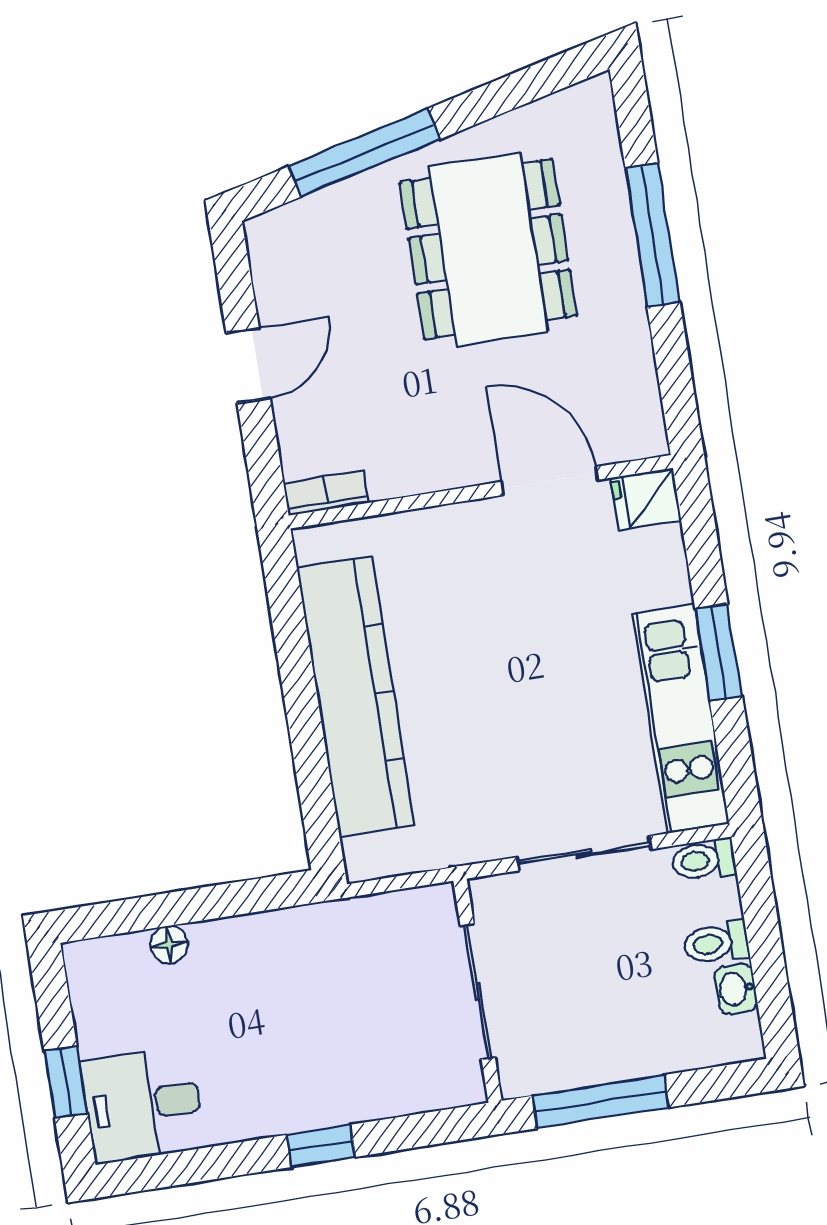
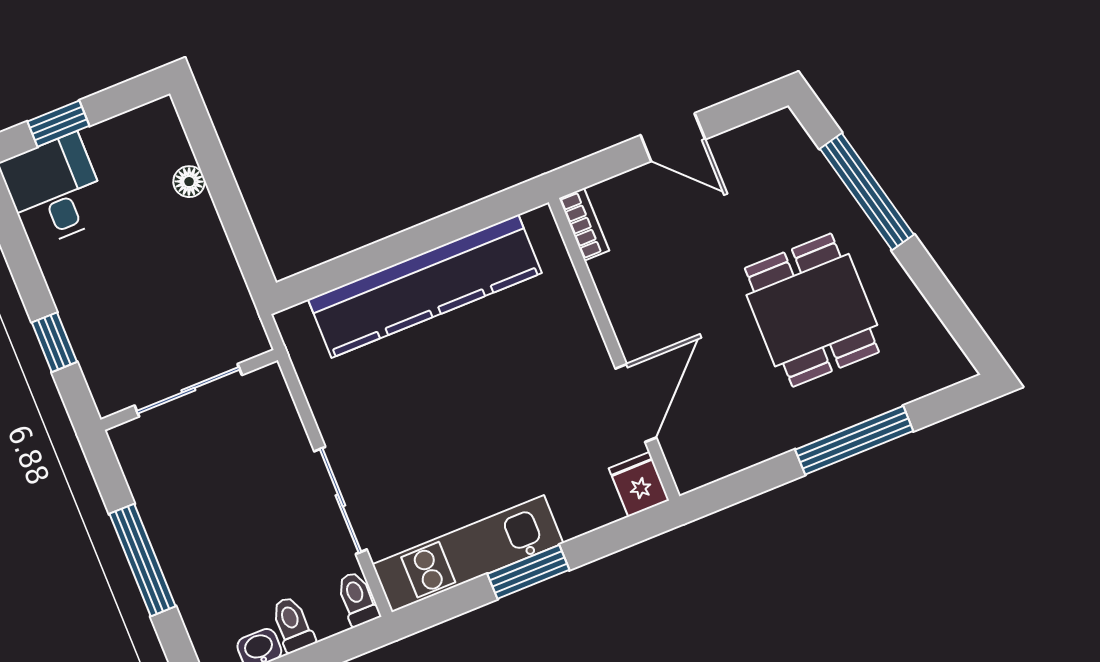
dining table: (488, 249) -> (812, 310), width x0.73
wall: (478, 991) -> (189, 390), moved
sliding door: (478, 992) -> (188, 390), moved

